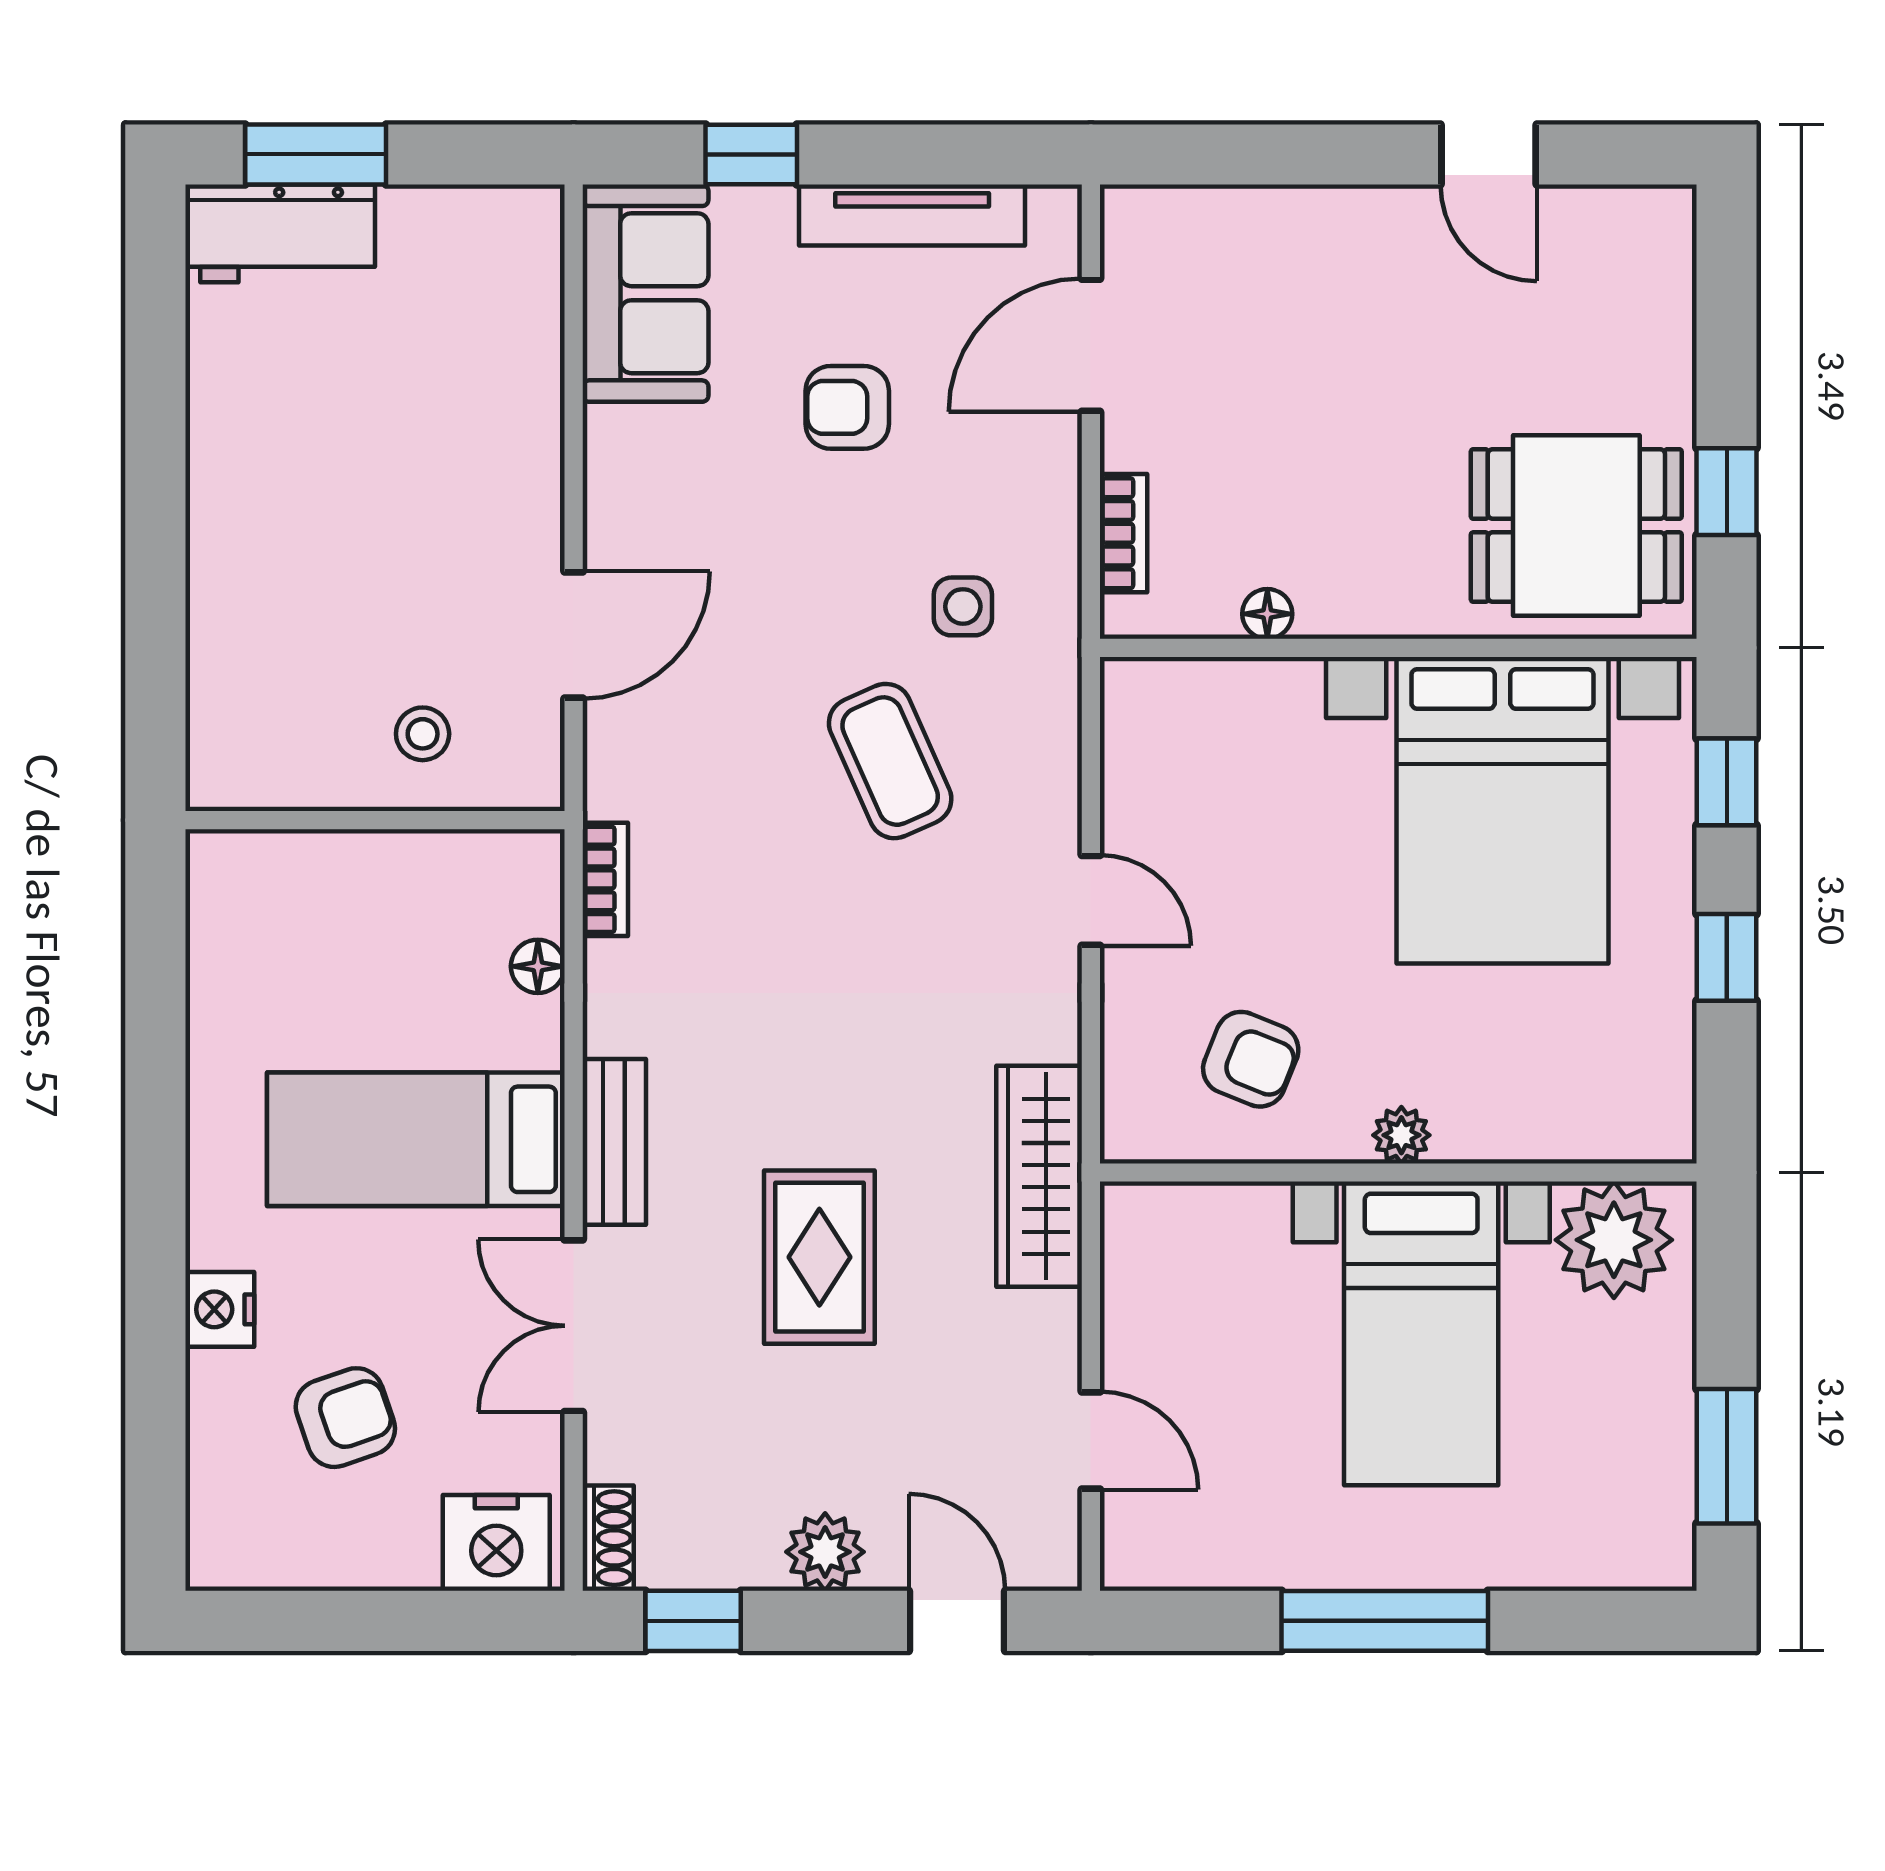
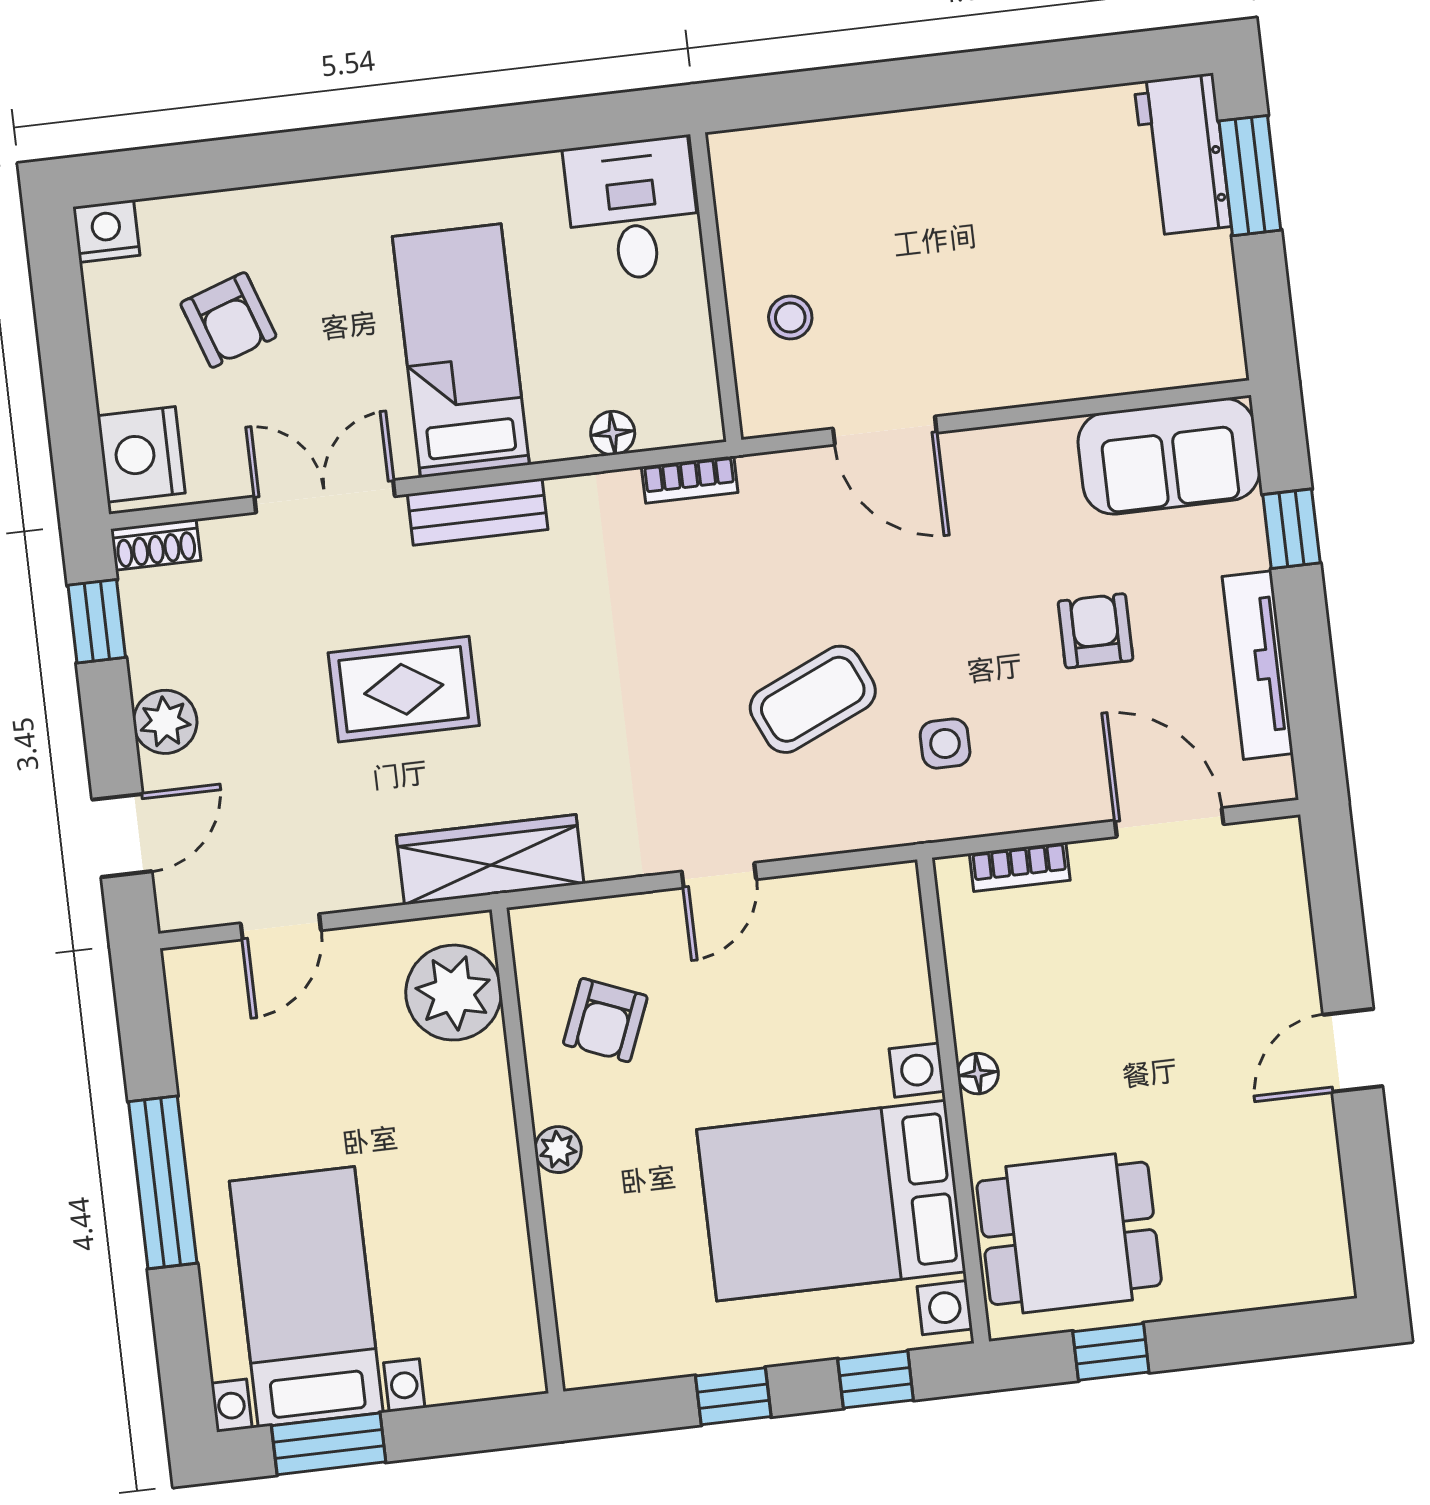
door: (1489, 154) -> (1353, 1050), moved
dining table: (1576, 526) -> (1069, 1233), turned 90
floor lamp: (1267, 614) -> (978, 1074), moved
desk: (269, 910) -> (633, 209), added
plant: (1614, 1240) -> (454, 993), moved
nightstand: (220, 1309) -> (106, 231), moved
bed with nightstands: (1421, 1333) -> (306, 1297), moved, turned 90

